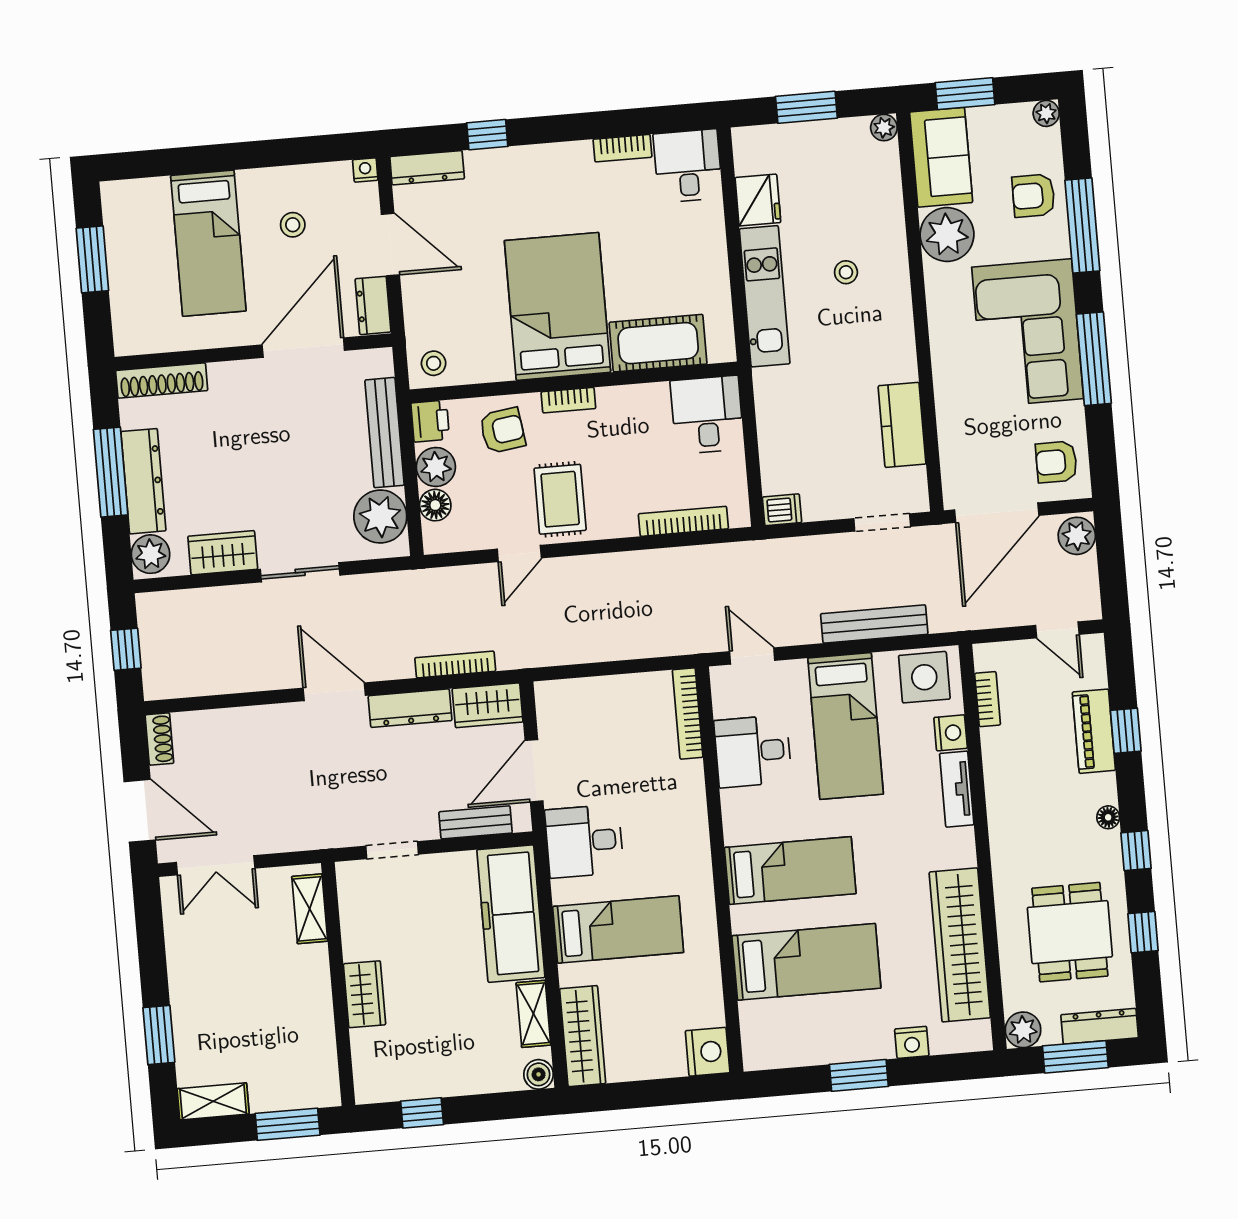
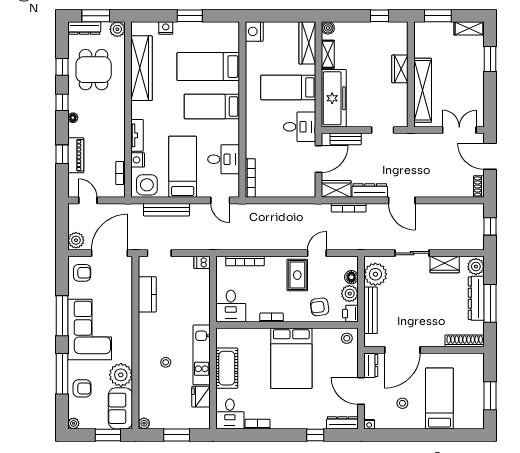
cot: (658, 343) -> (227, 368), moved, turned 90
bookcase: (568, 400) -> (272, 317), moved
shelving: (310, 909) -> (423, 90), width x2.20, depth x1.33

